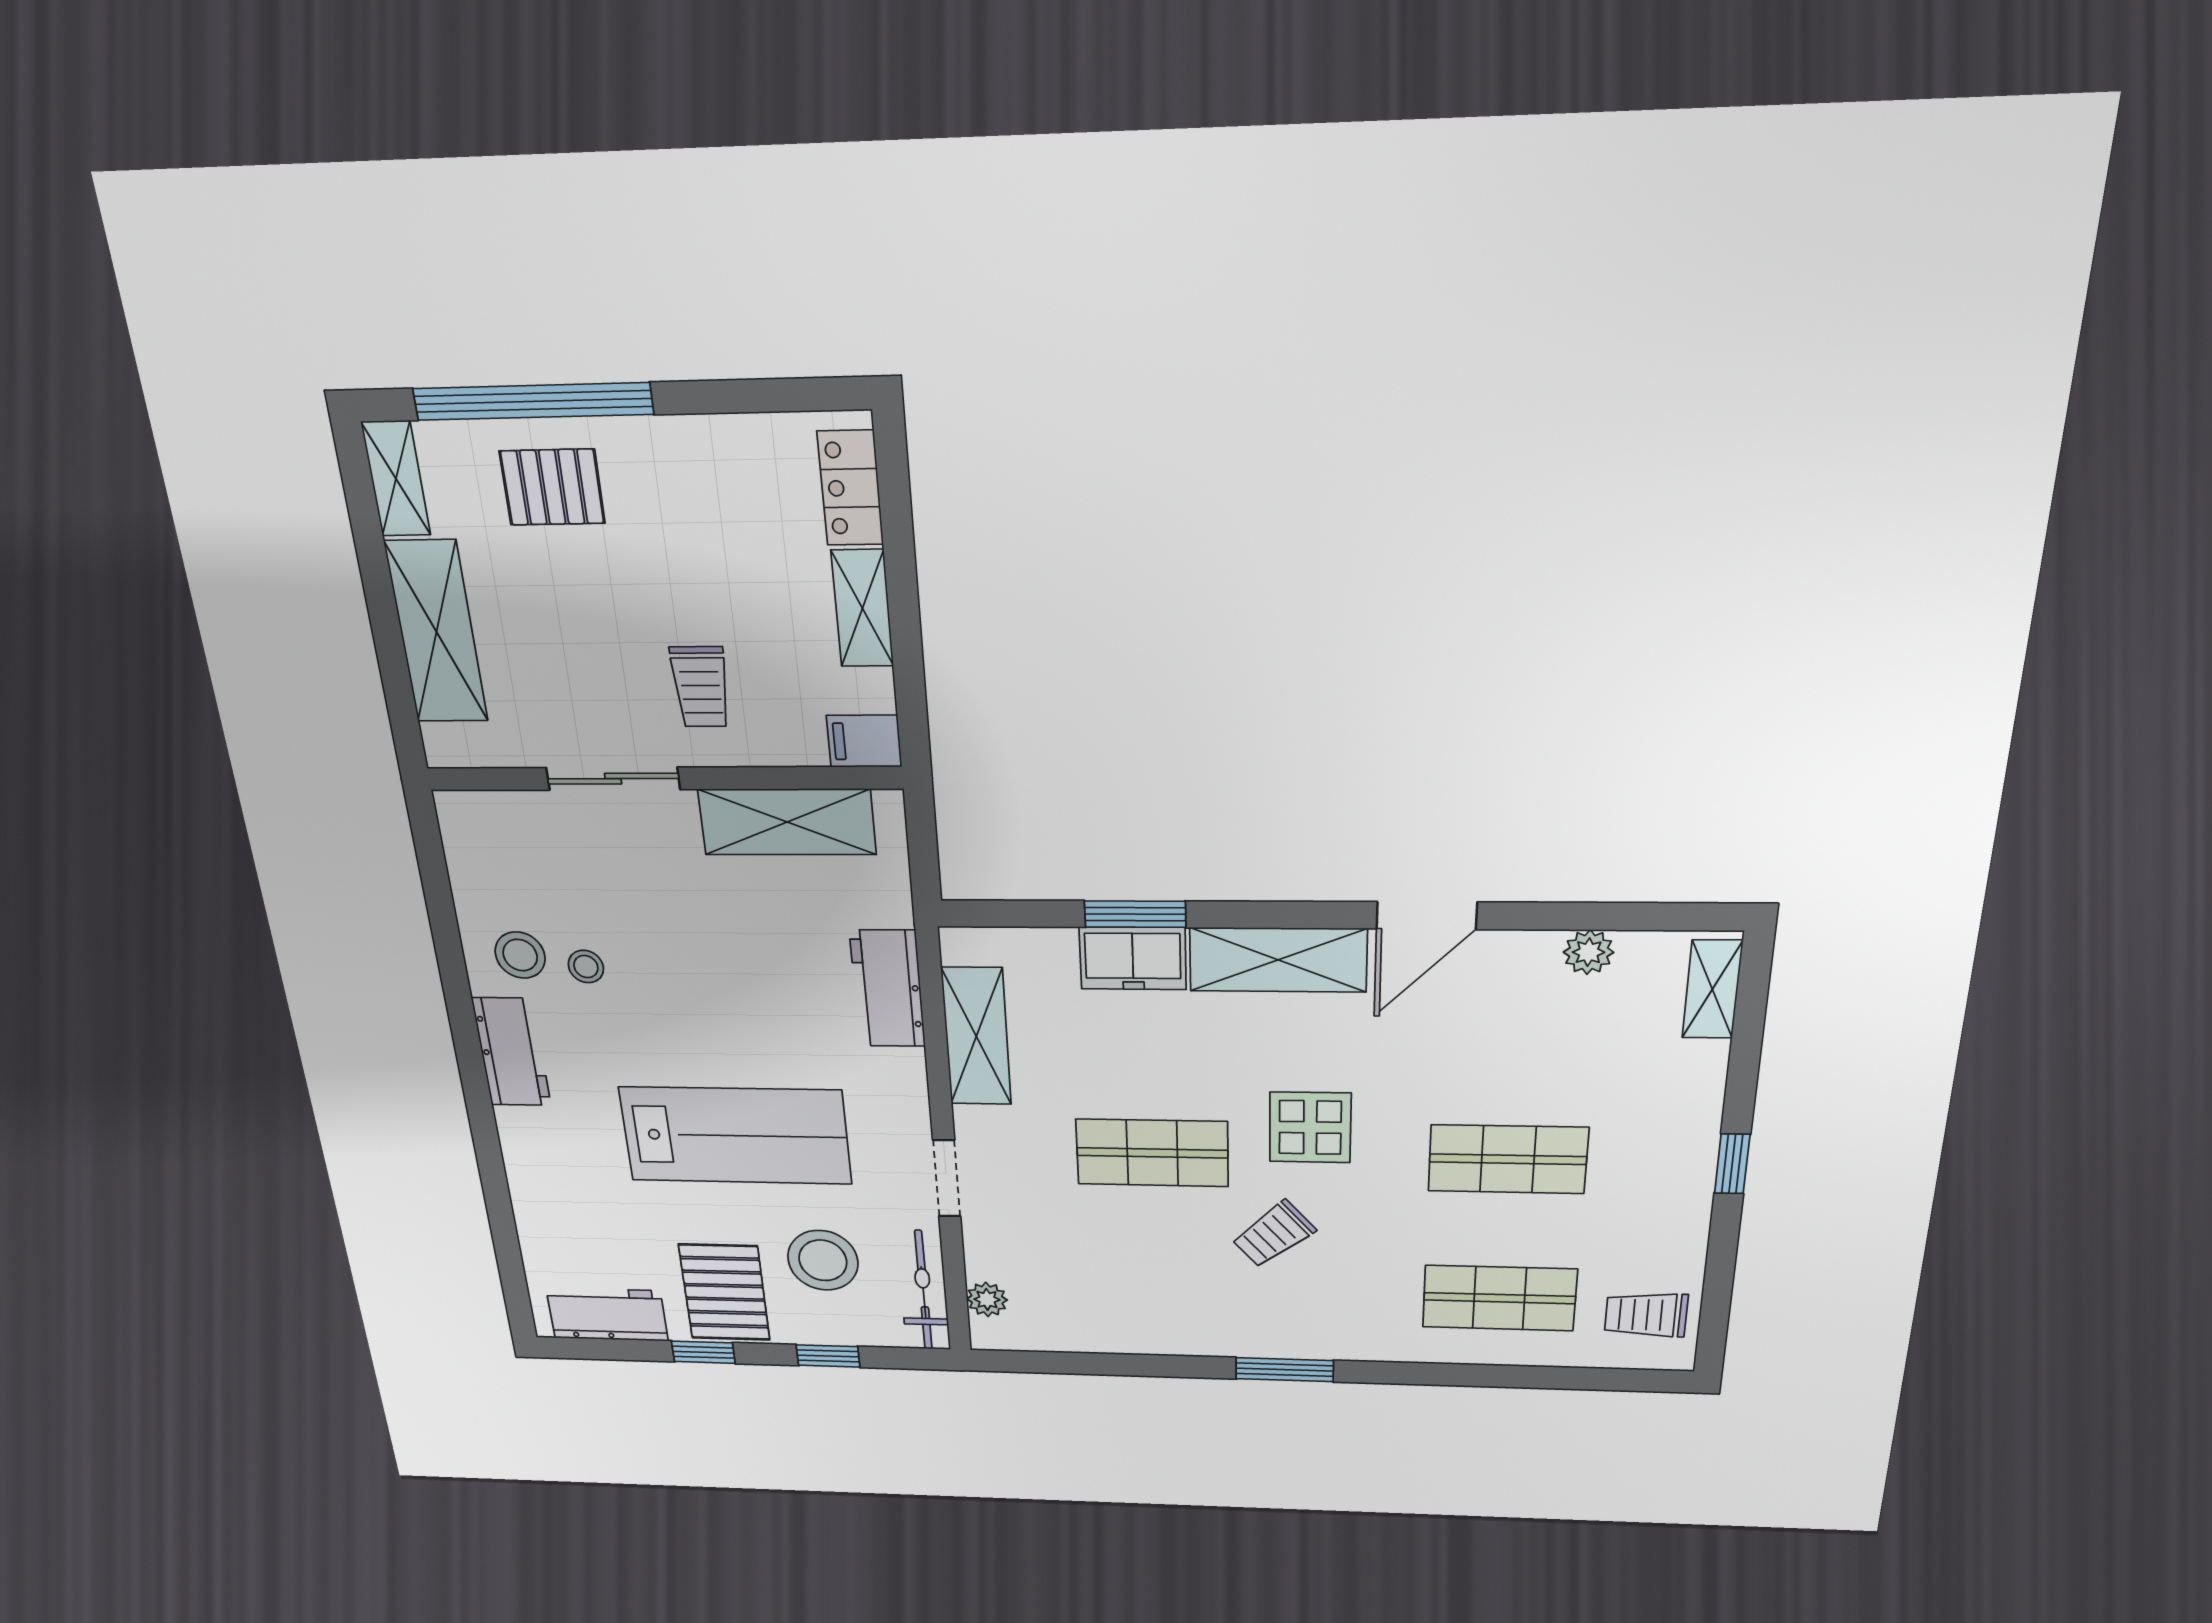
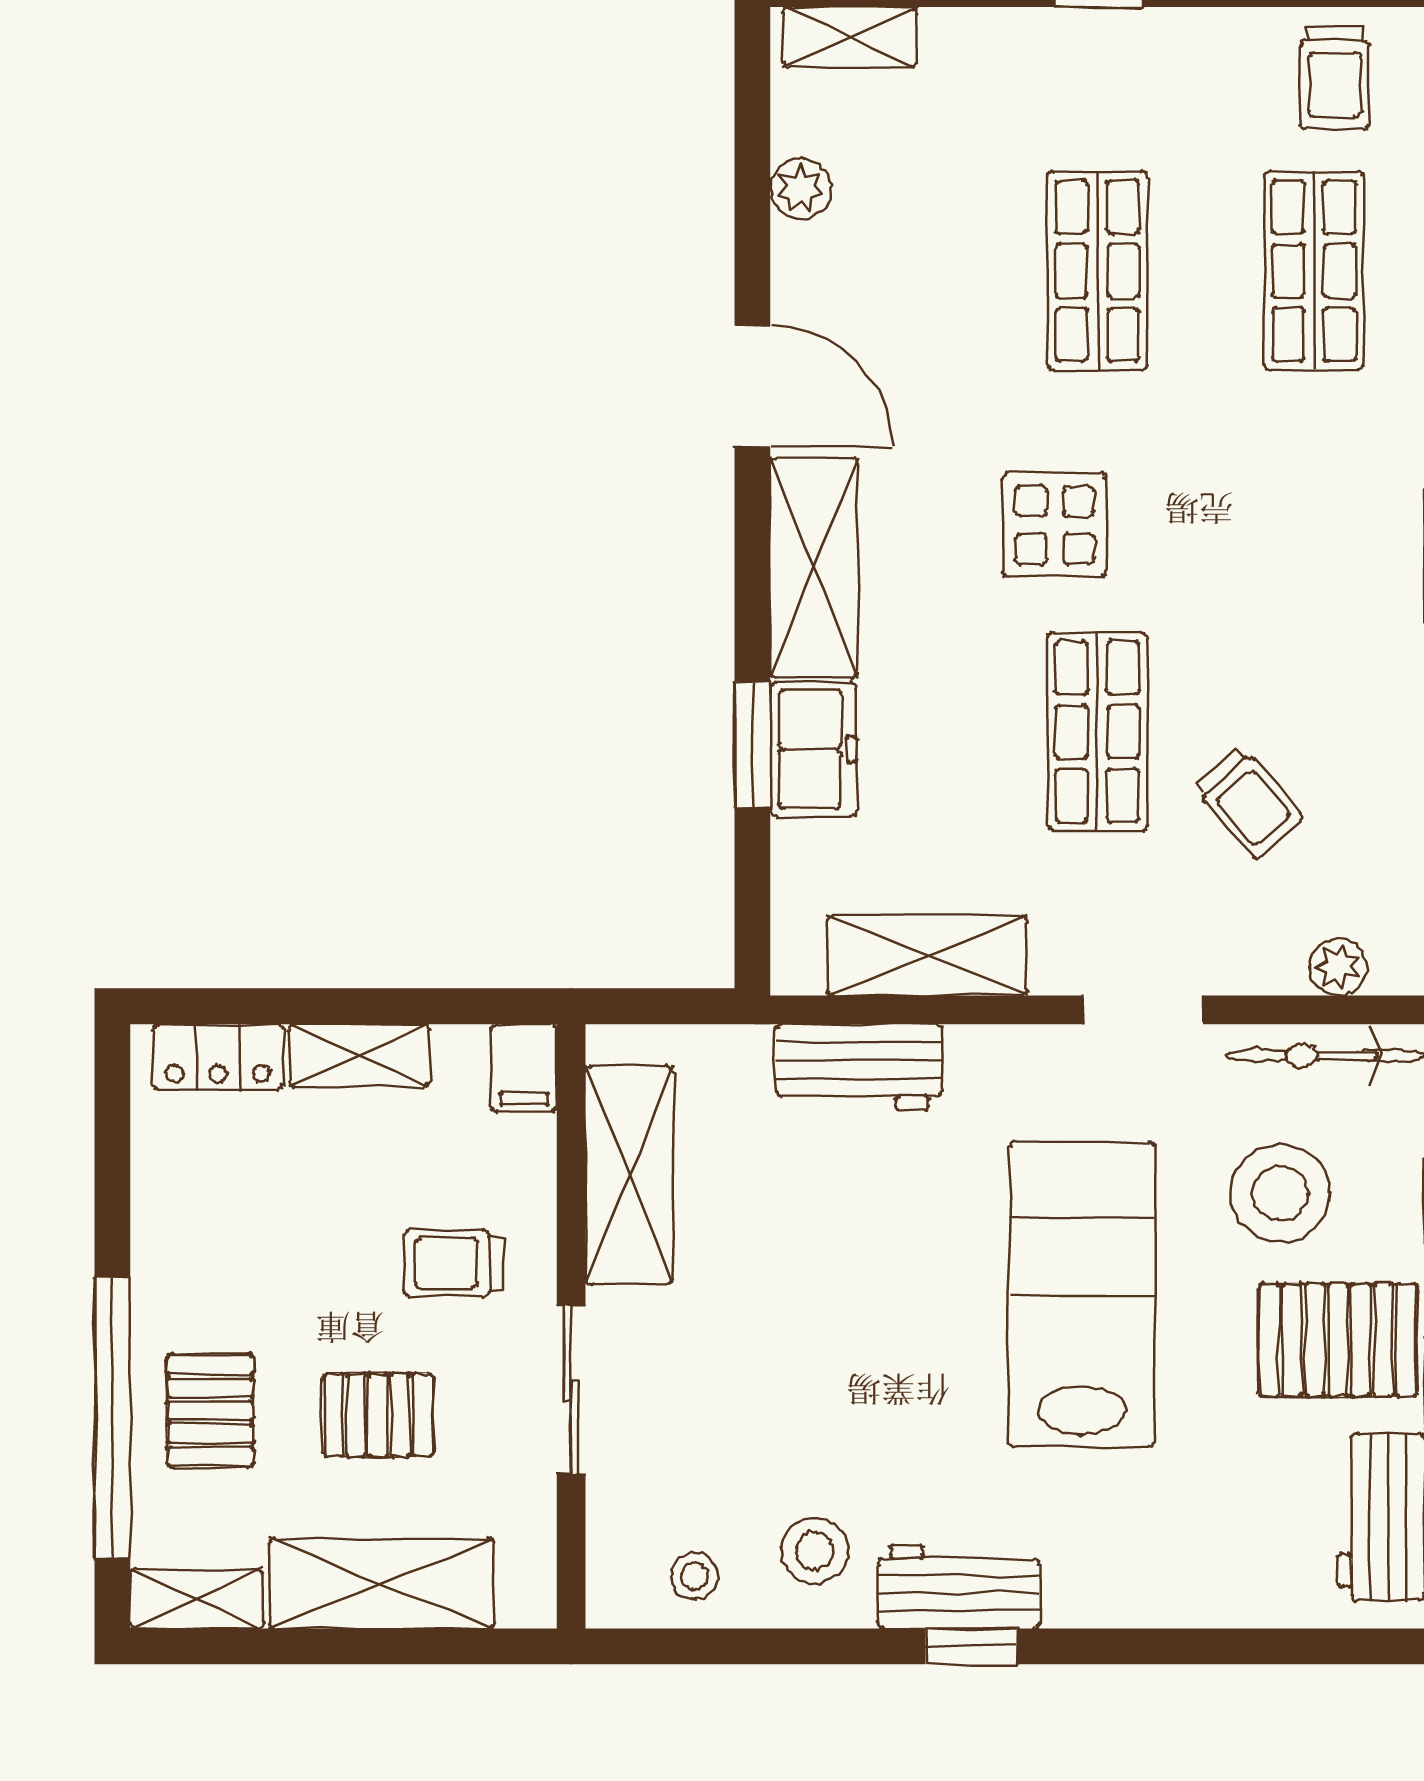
pallet: (570, 628) -> (378, 1415), added
trolley: (701, 687) -> (453, 1263), turned 180
stool: (586, 967) -> (694, 1576), moved
window: (470, 1060) -> (971, 1646), added
trolley: (1273, 1234) -> (1249, 803), moved

